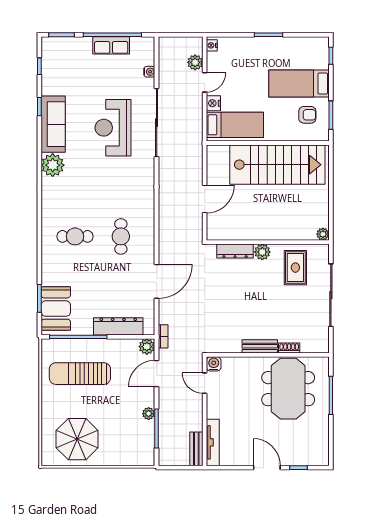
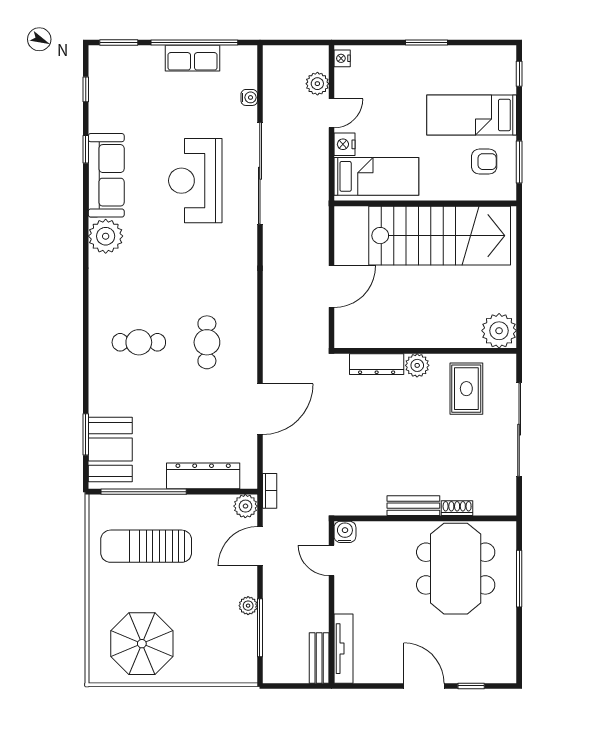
plant: (323, 234) -> (499, 331), width x1.88, depth x1.88

